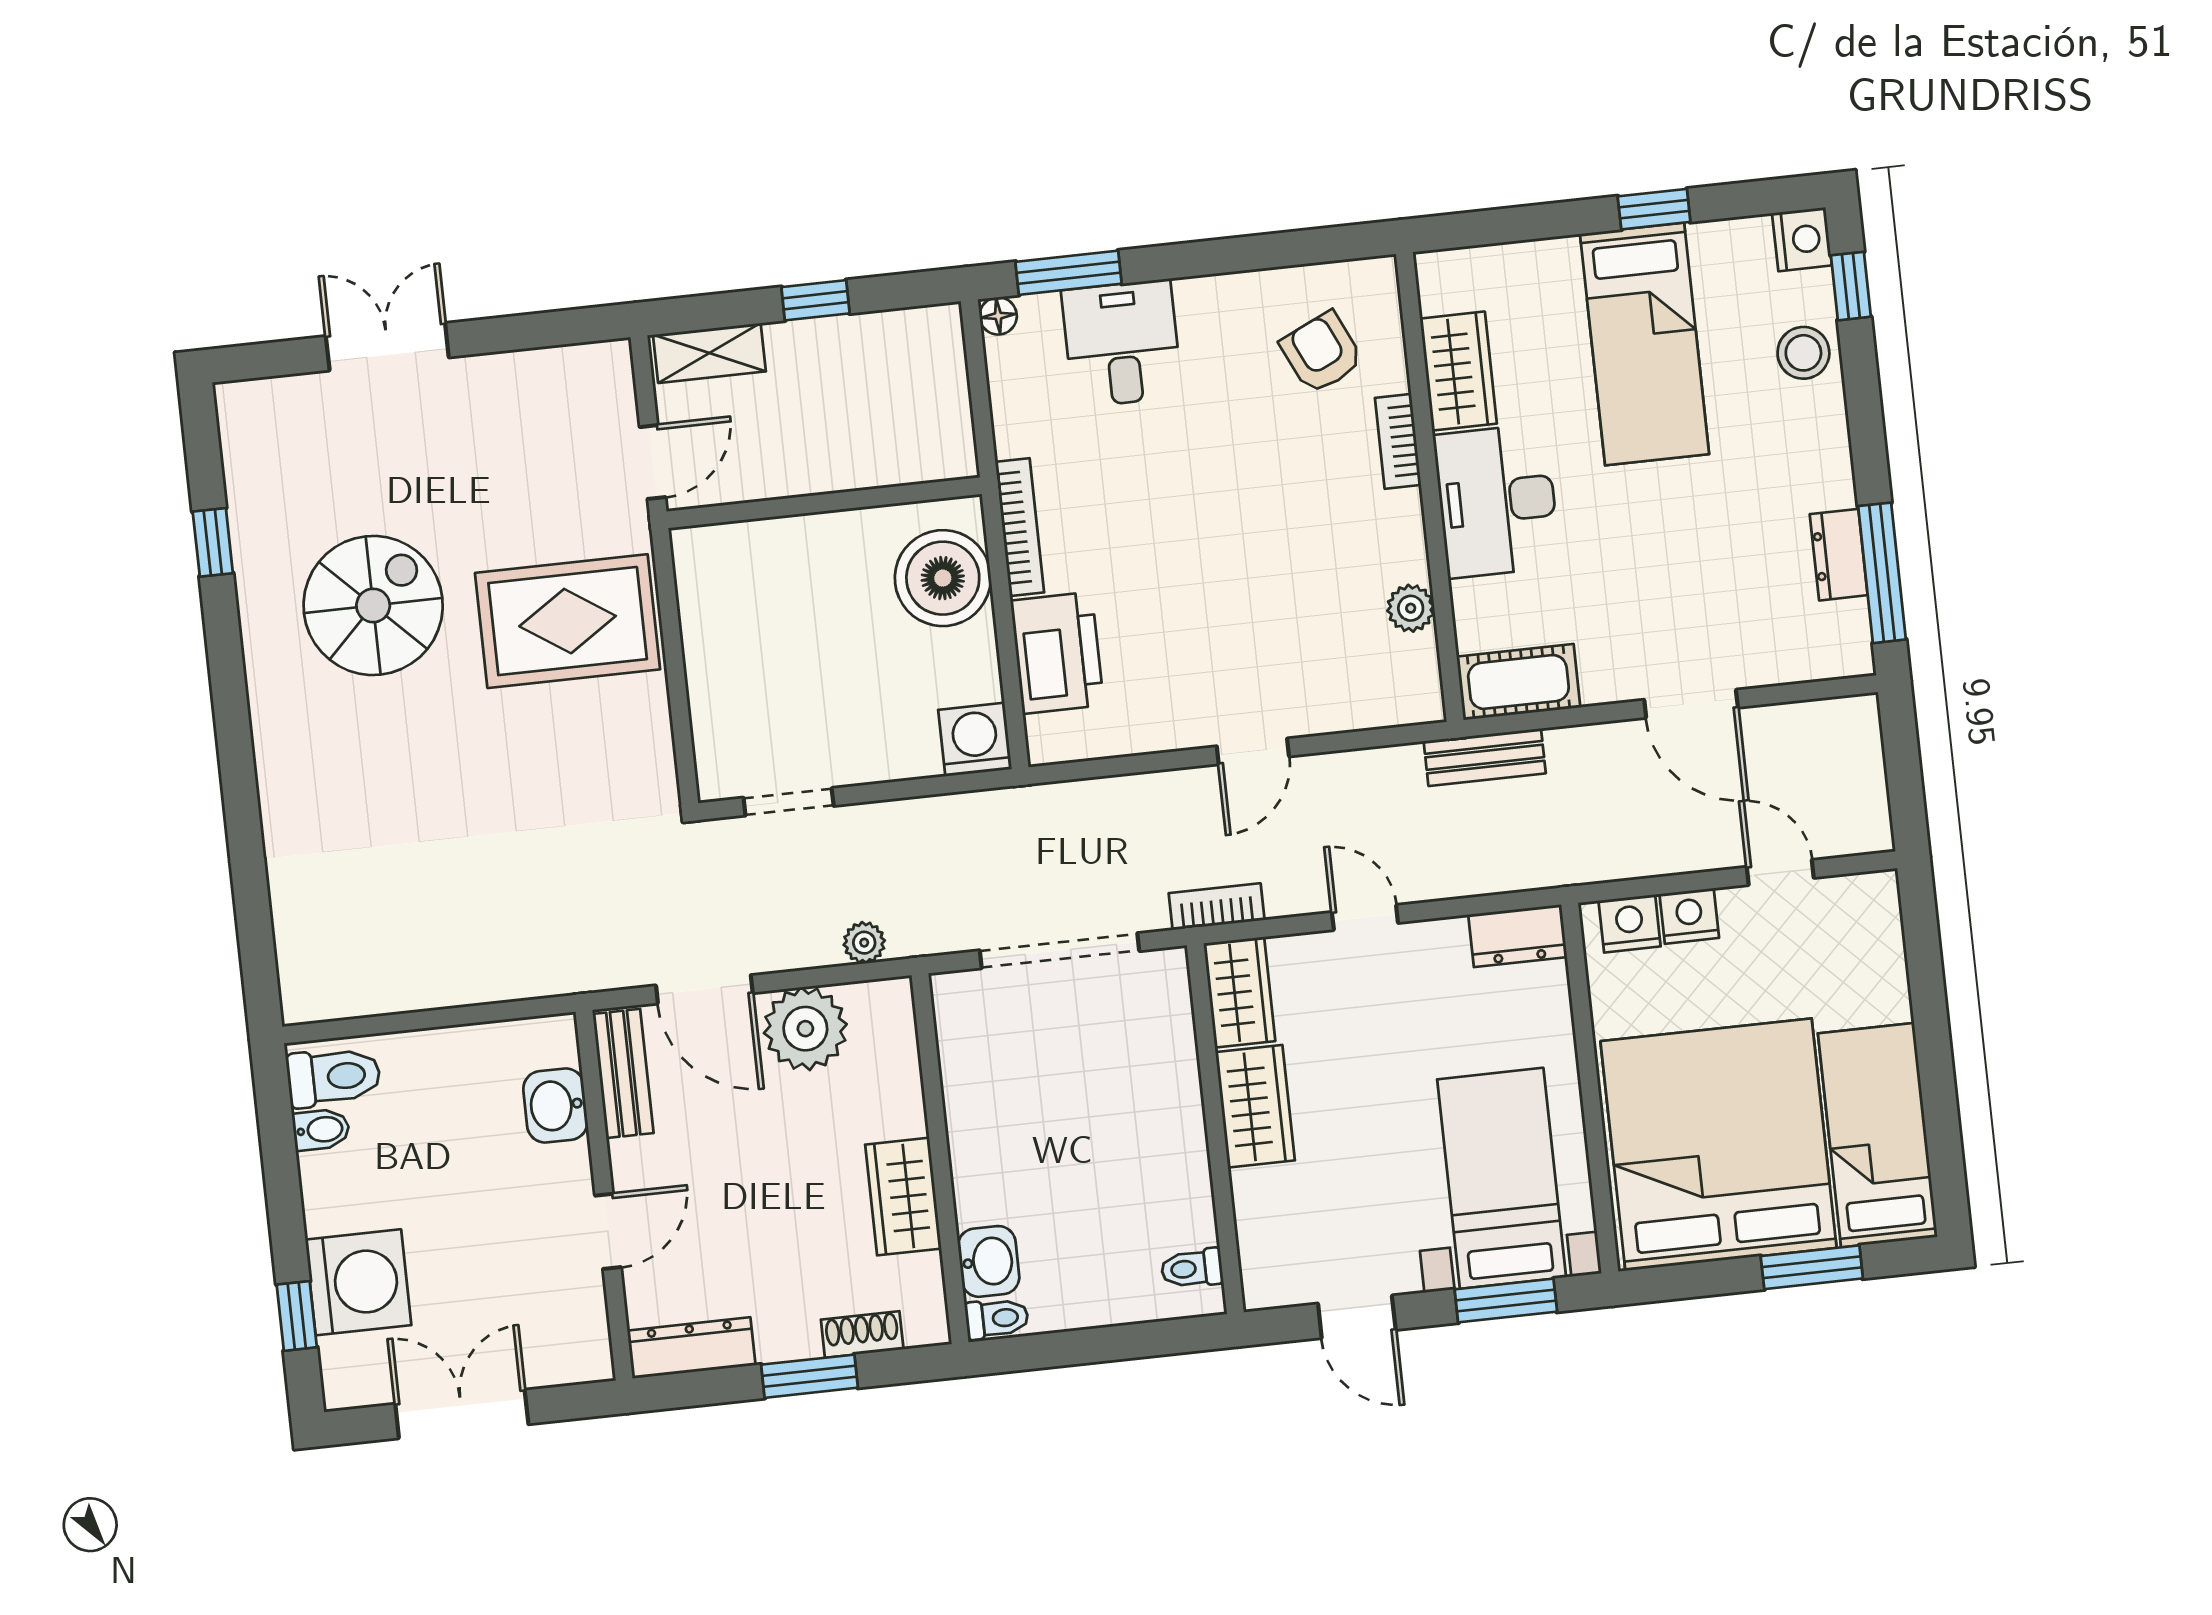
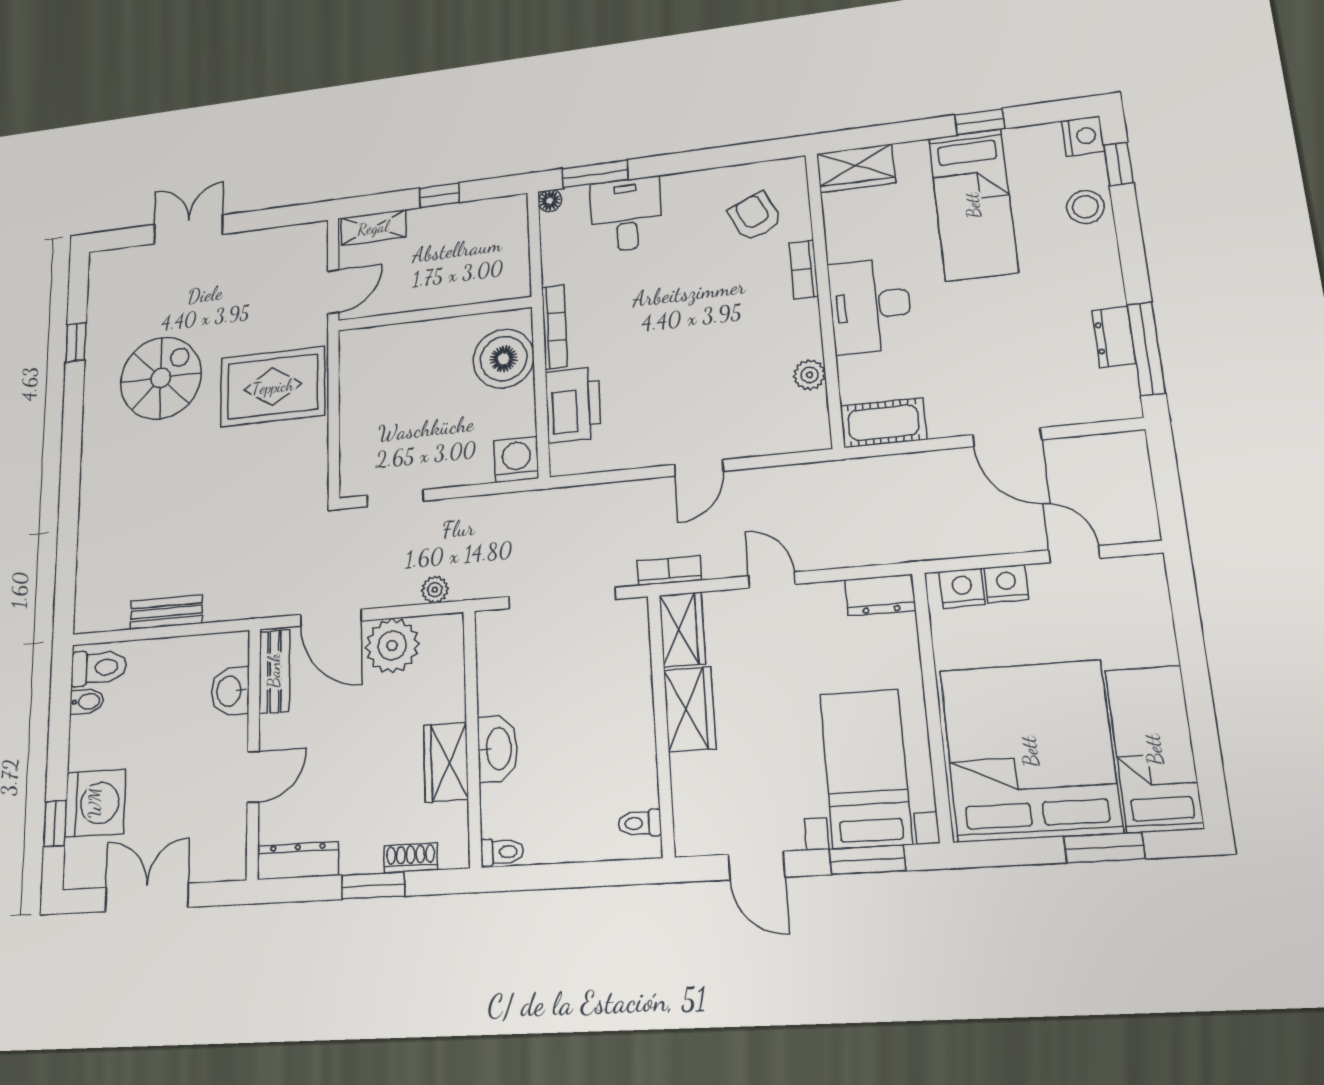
wardrobe: (1458, 371) -> (856, 168), moved, turned 90
bench: (1485, 757) -> (166, 612), moved
washbasin: (989, 1261) -> (498, 749), moved, width x1.38

